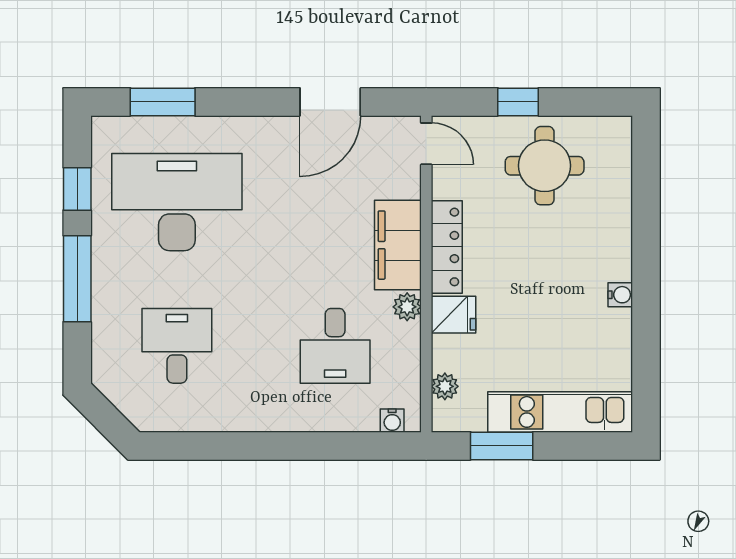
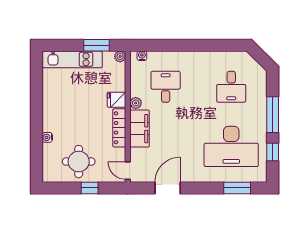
water cooler: (620, 295) -> (47, 137), moved
plant: (445, 386) -> (120, 56), moved

